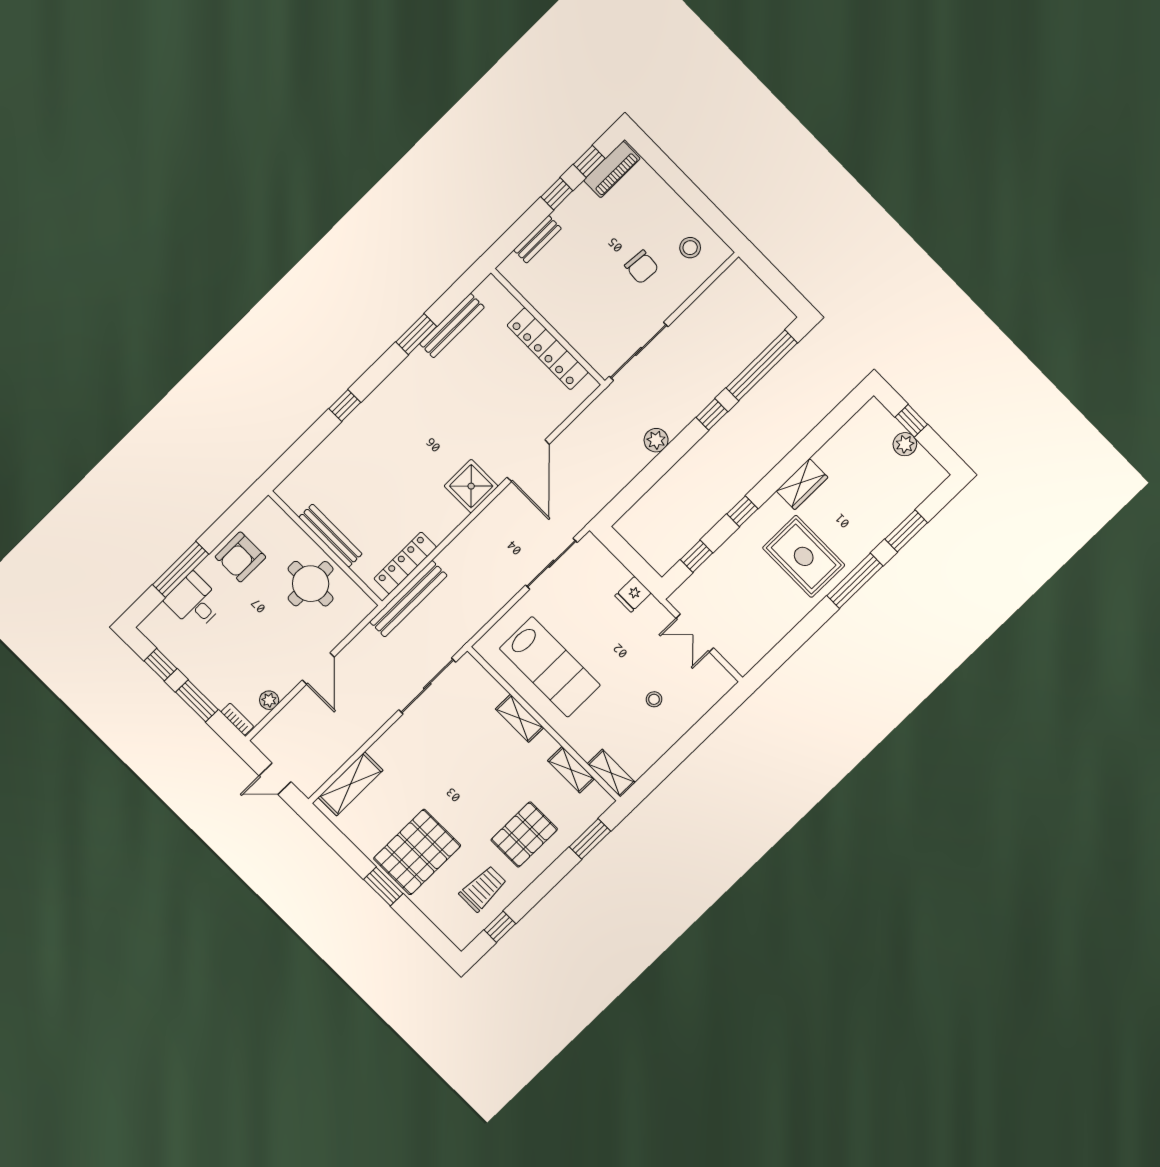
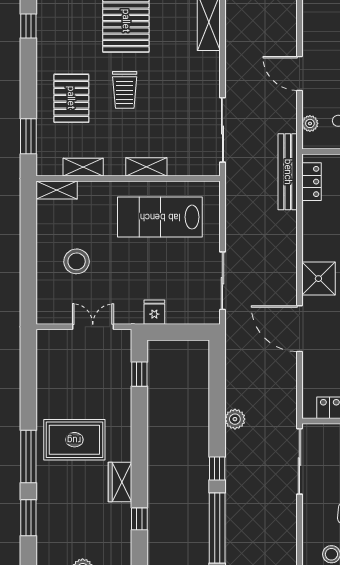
window: (742, 511) -> (139, 519), moved
locker: (405, 563) -> (311, 182), width x0.66
stool: (654, 699) -> (77, 261), width x1.89, depth x1.89
plant: (269, 700) -> (310, 123), moved
trolley: (483, 889) -> (125, 90), moved

